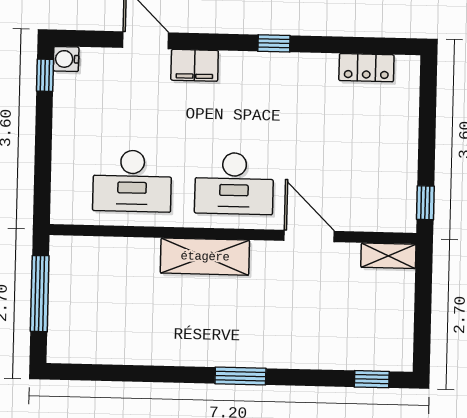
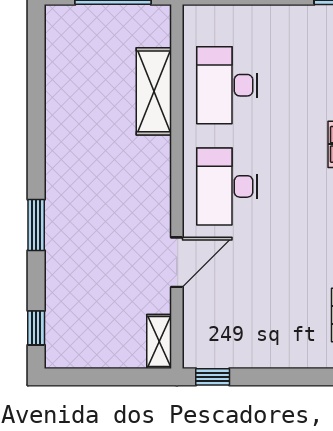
shelving: (205, 257) -> (154, 91), moved
window: (240, 376) -> (36, 225), moved

